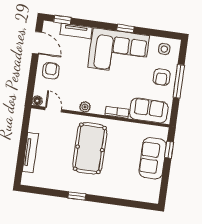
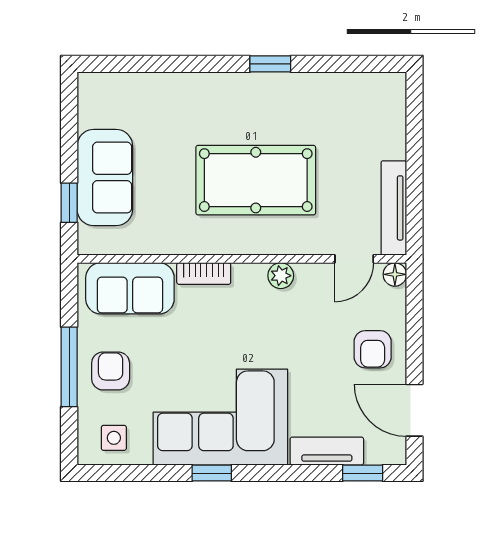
door: (53, 110) -> (354, 259), hinge flipped
pool table: (90, 148) -> (256, 180), turned 90
tv unit: (30, 152) -> (394, 208), moved

